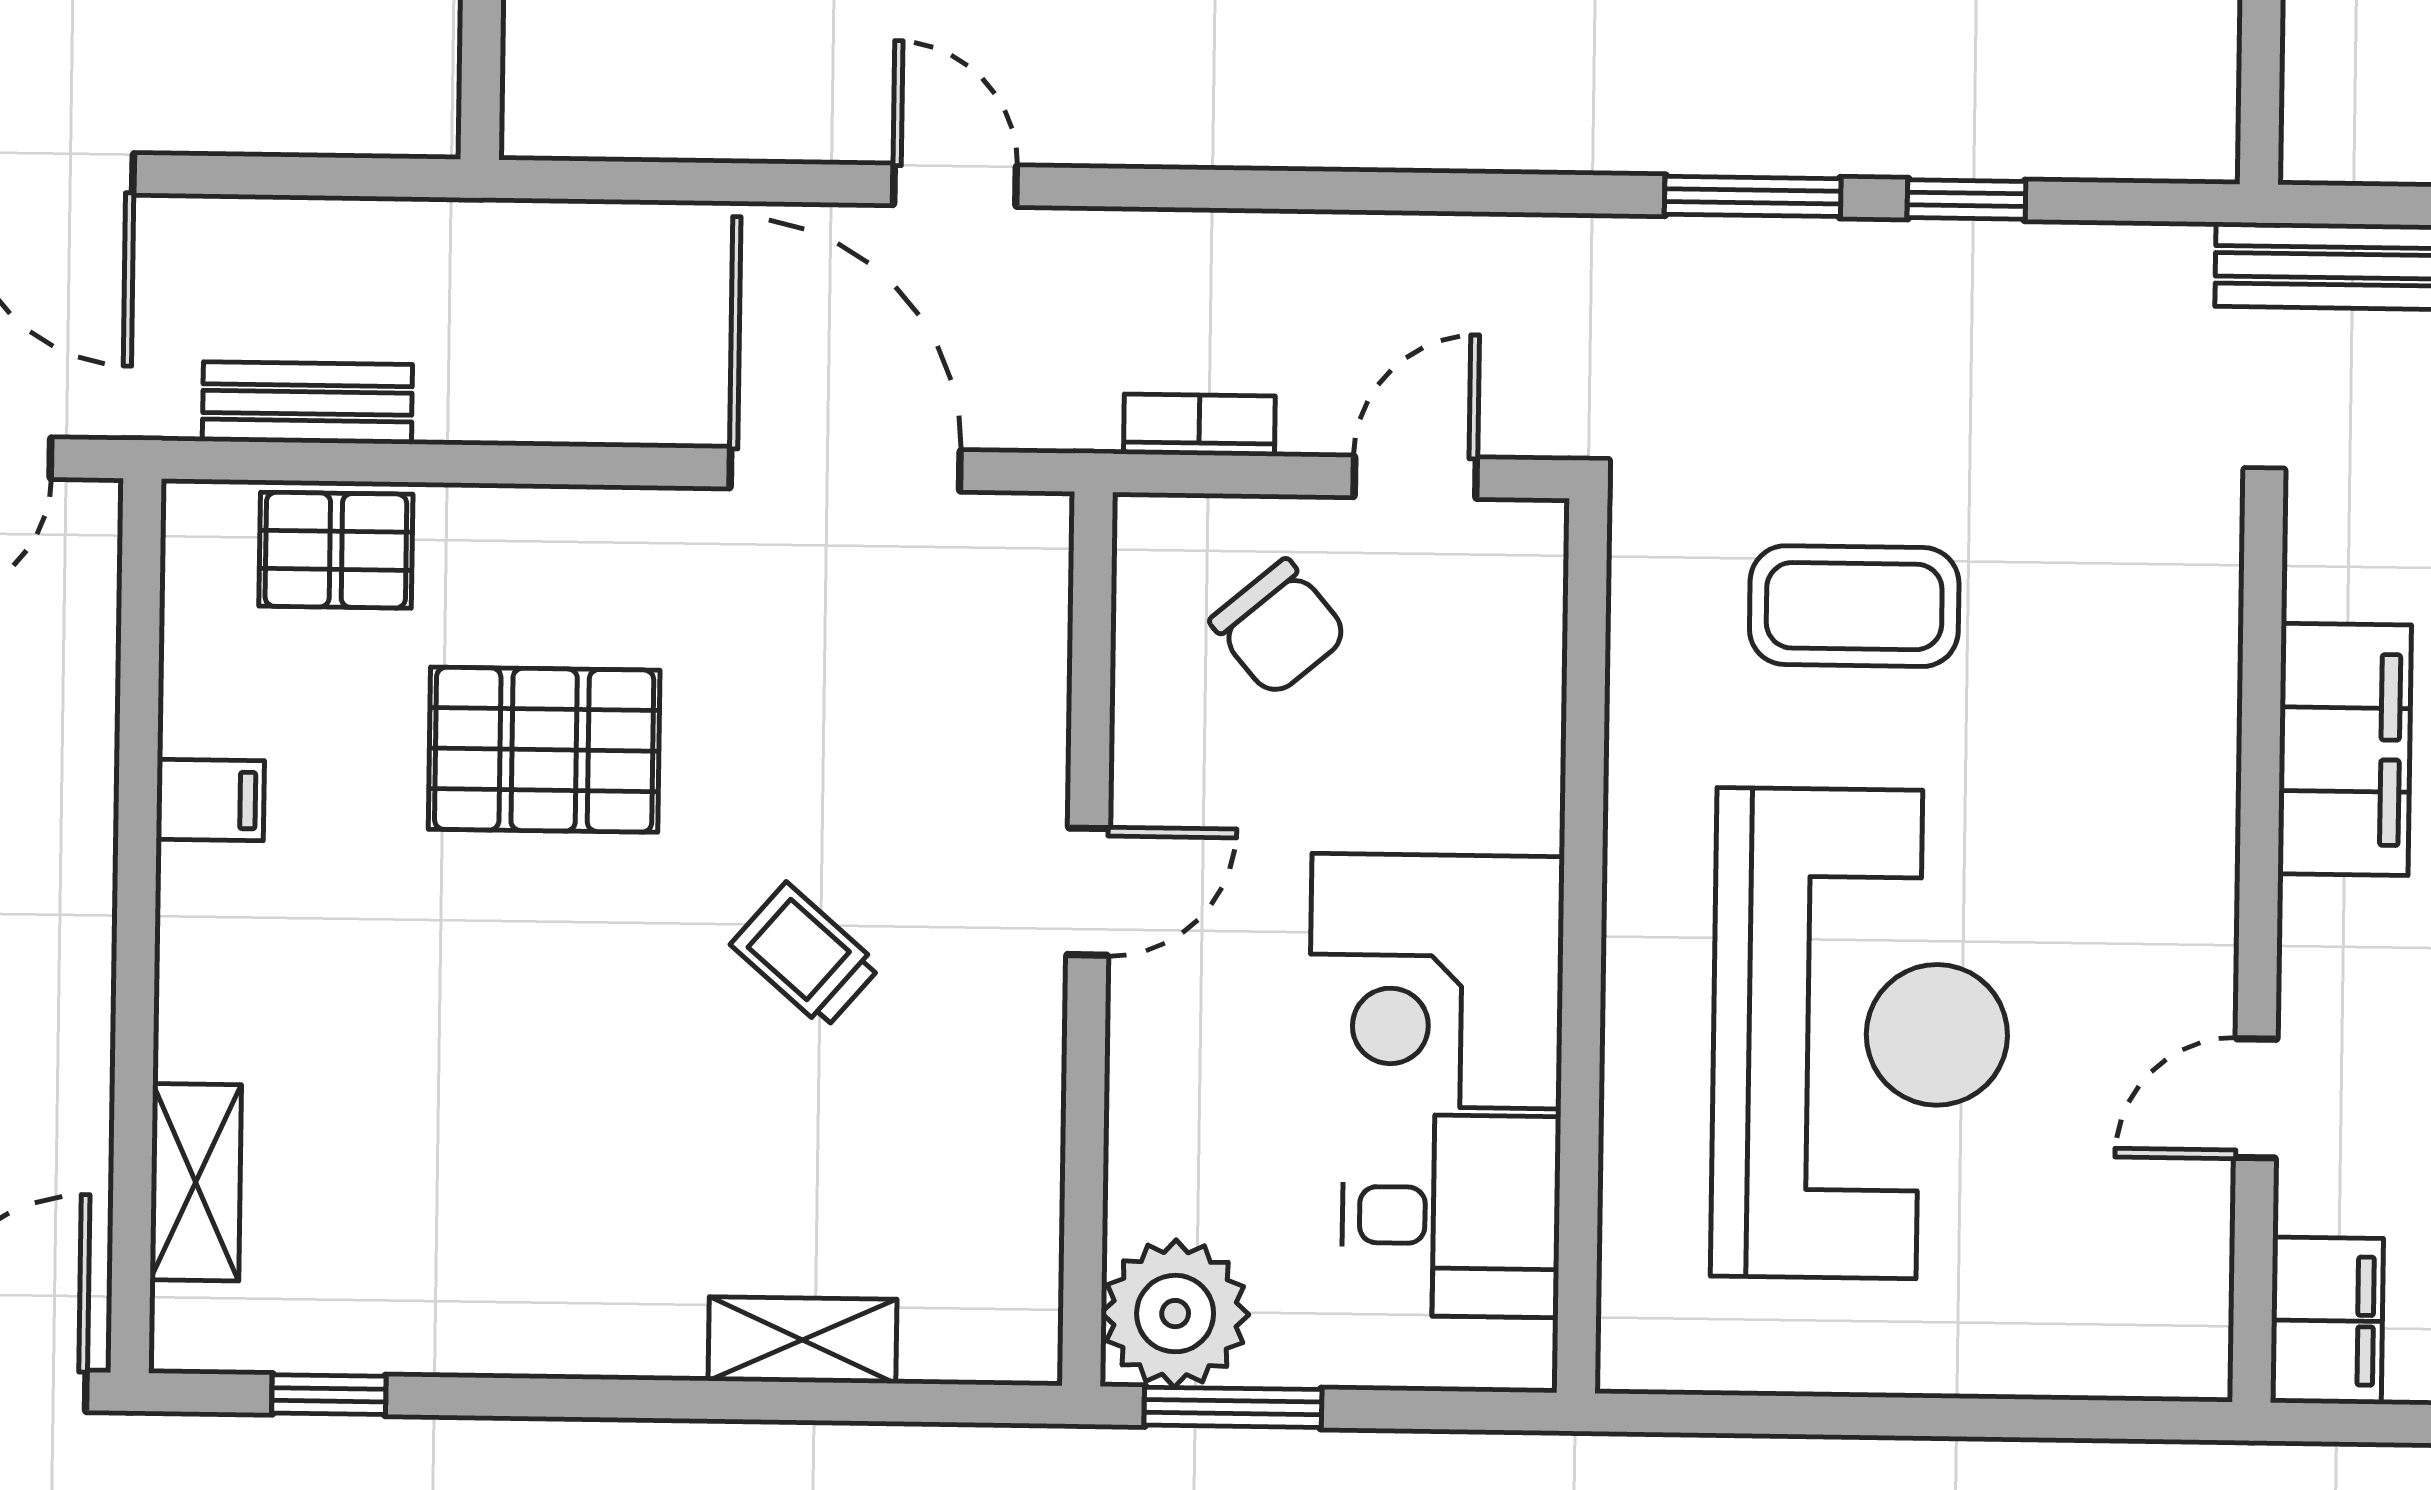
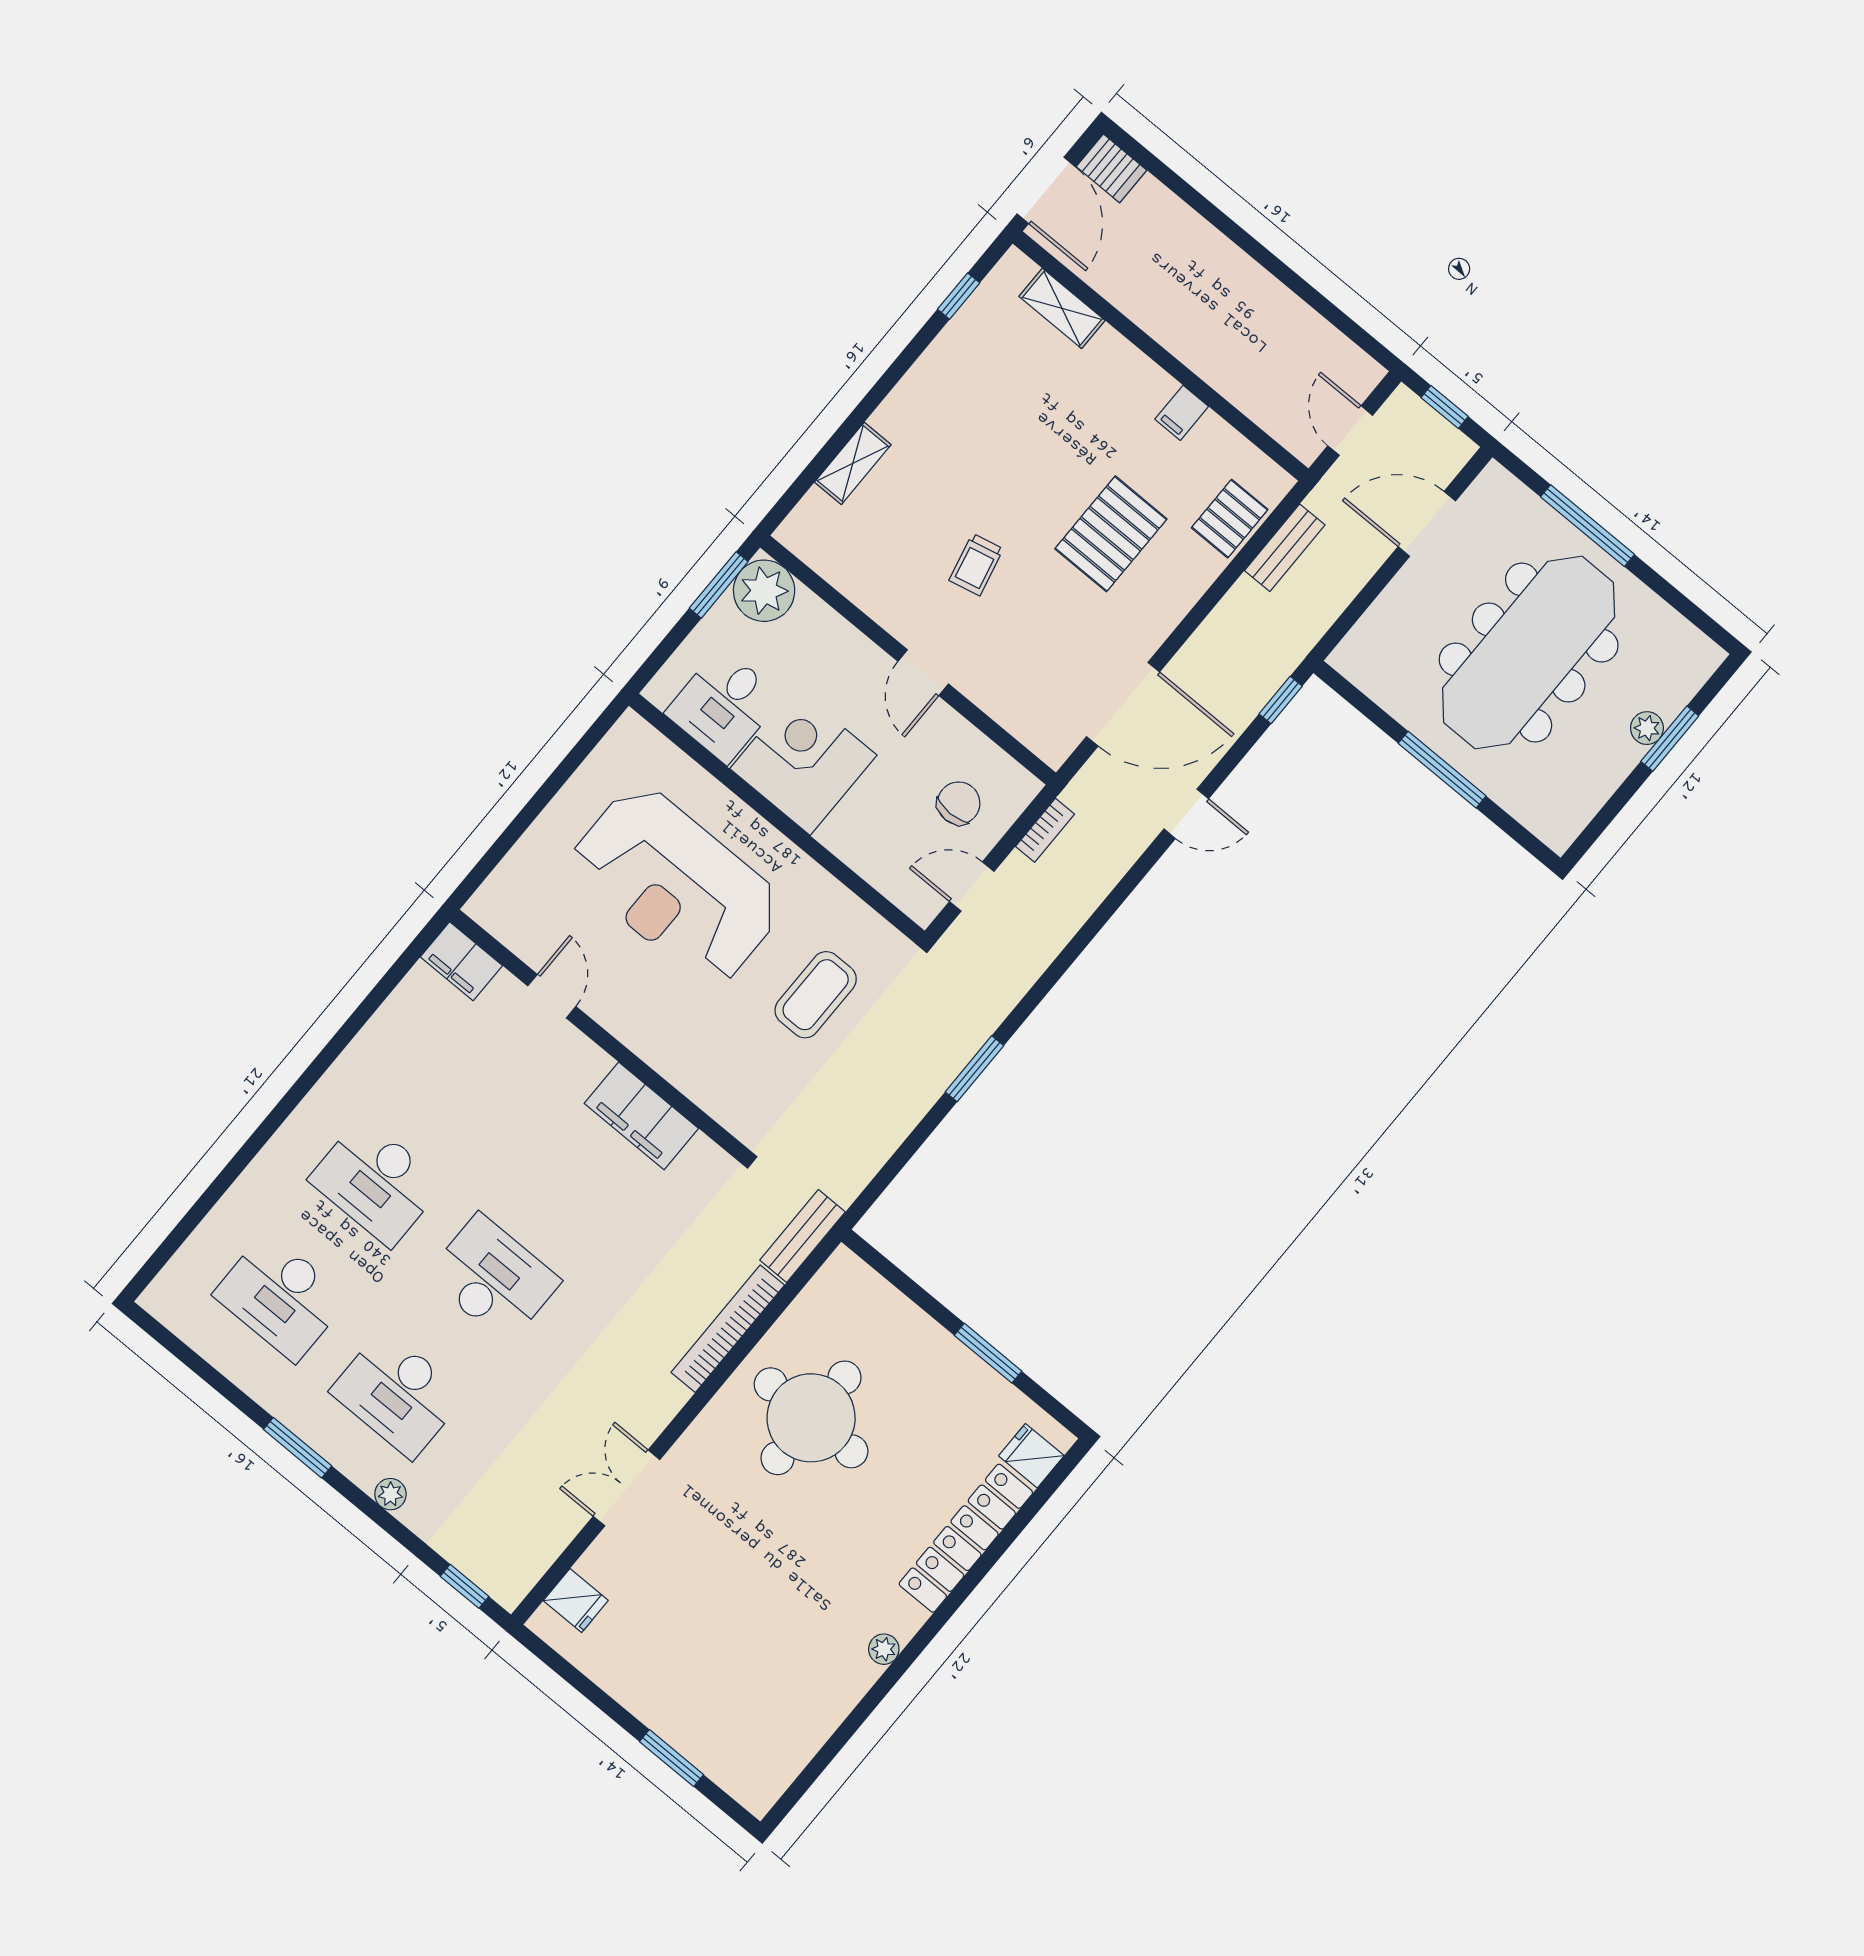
window: (1966, 199) -> (1281, 700), moved
door: (1415, 477) -> (972, 886), swing flipped
chair: (1279, 628) -> (959, 803), turned 130
trolley: (805, 955) -> (976, 565), turned 126

